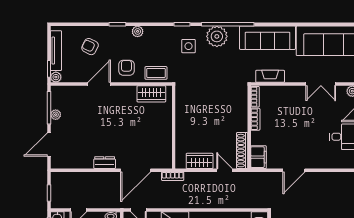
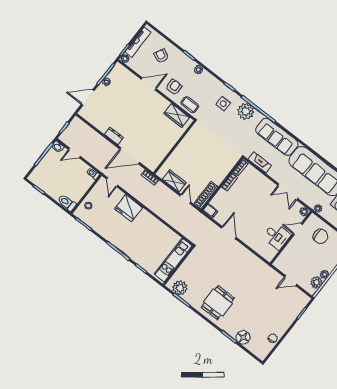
filing cabinet: (259, 157) -> (210, 211), width x0.50
door: (294, 170) -> (229, 233), swing flipped

